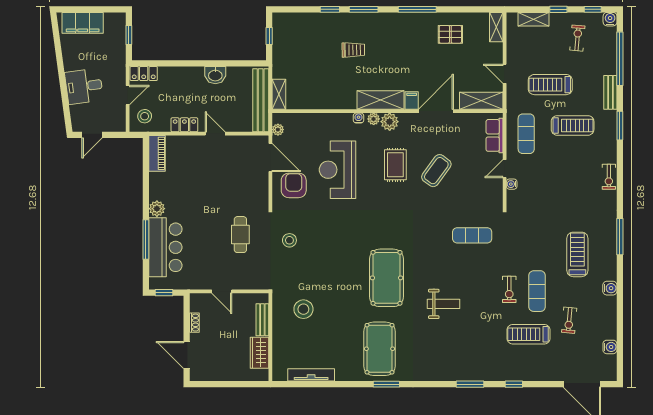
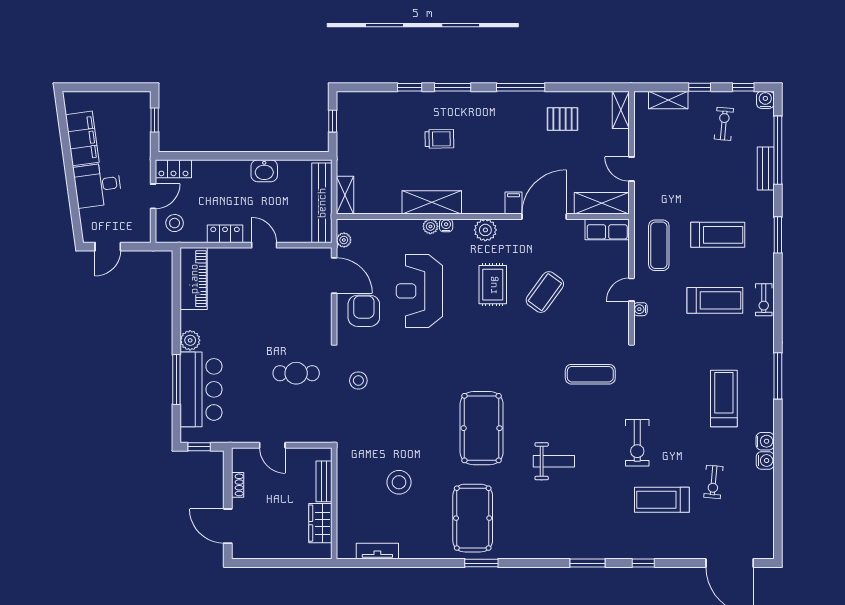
filing cabinet: (83, 23) -> (82, 138), moved, turned -98
treadmill: (550, 85) -> (715, 300), moved, turned 180
bench: (610, 92) -> (766, 168), moved
shelving: (380, 100) -> (432, 202), moved
plant: (374, 119) -> (430, 226), moved
row of seats: (495, 135) -> (607, 229), moved, turned -90
piano: (157, 153) -> (194, 279), width x1.37, depth x1.33
cafe table: (240, 235) -> (296, 373), turned 90
exercise bike: (509, 289) -> (637, 443), width x1.38, depth x1.39
exercise mat: (537, 291) -> (673, 445), removed
stool: (303, 309) -> (399, 482), moved
water cooler: (610, 347) -> (765, 461), moved
tv unit: (311, 375) -> (377, 551), width x0.71

